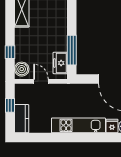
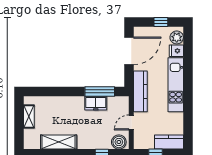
freezer: (60, 63) -> (96, 103), moved
kitchen counter: (72, 90) -> (140, 91), added

